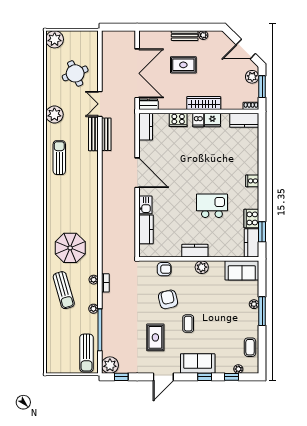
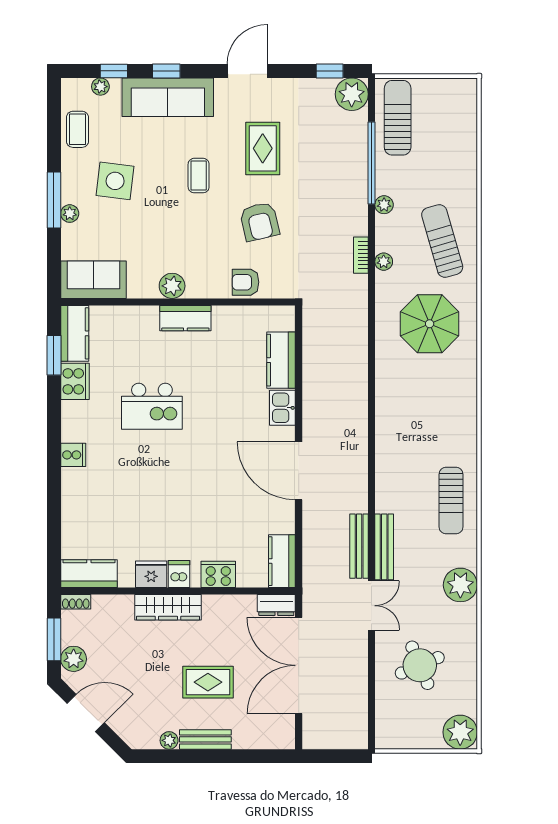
armchair: (168, 299) -> (260, 222), moved
side table: (231, 321) -> (115, 181), added
sofa: (198, 364) -> (168, 97), width x1.36

